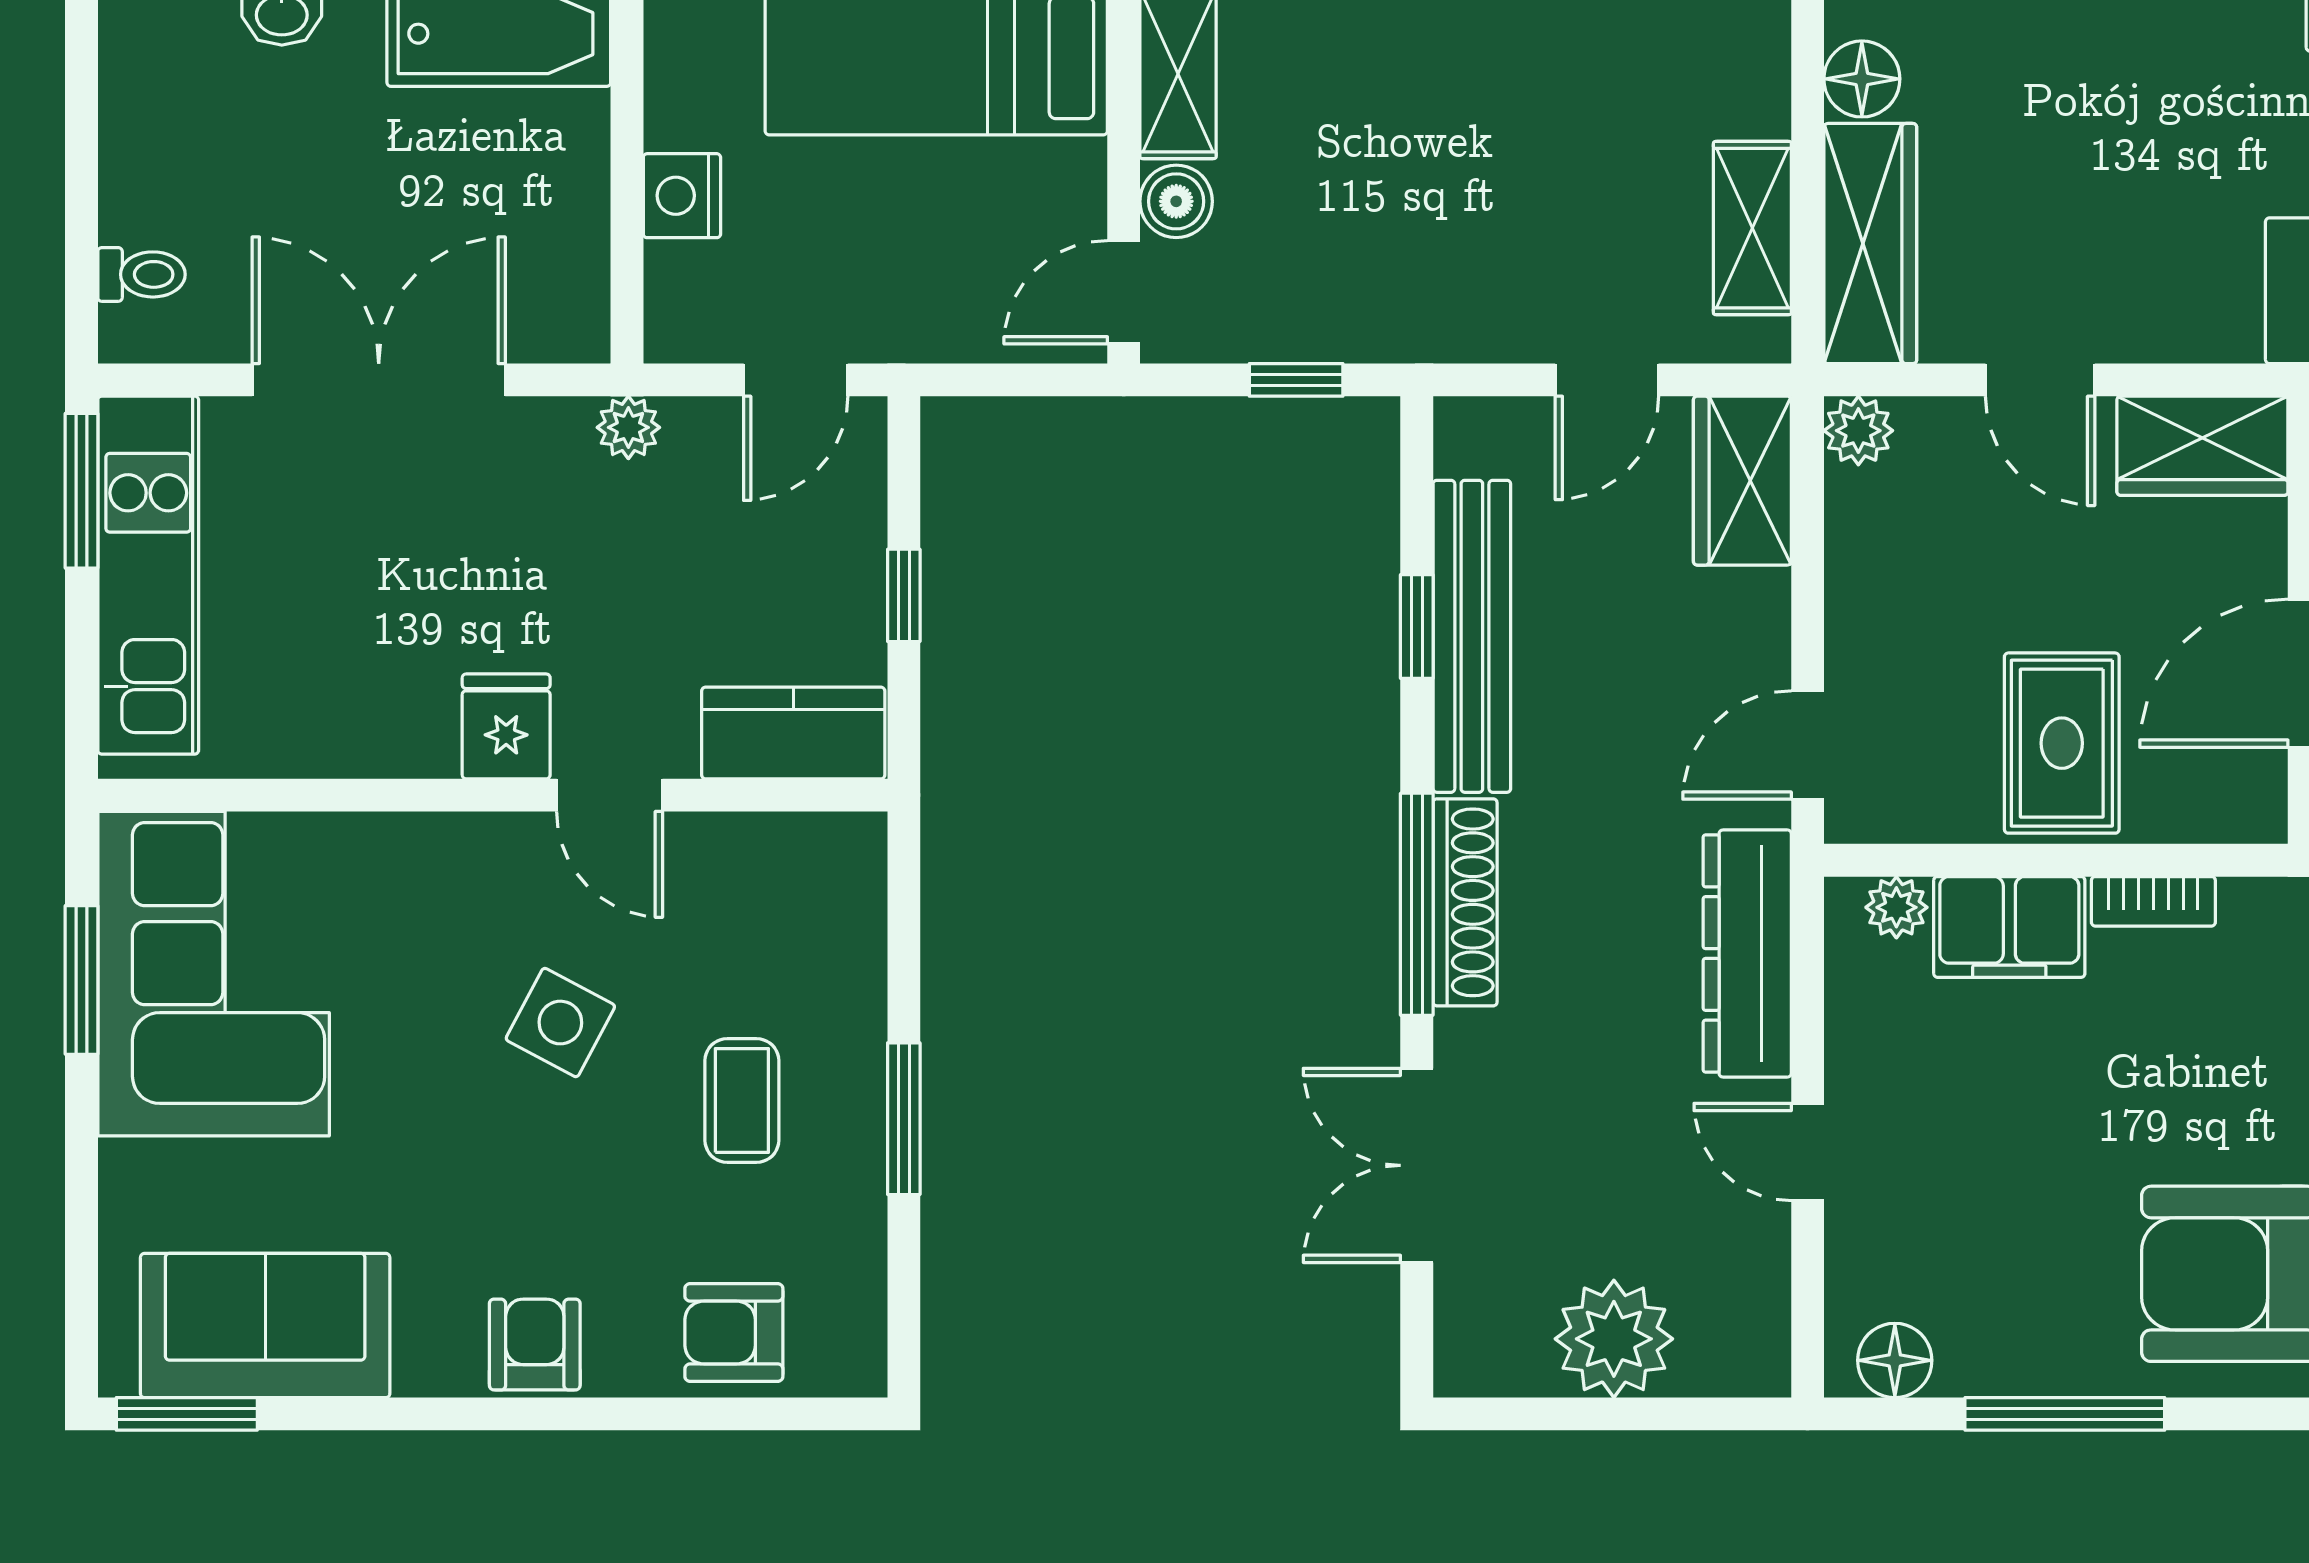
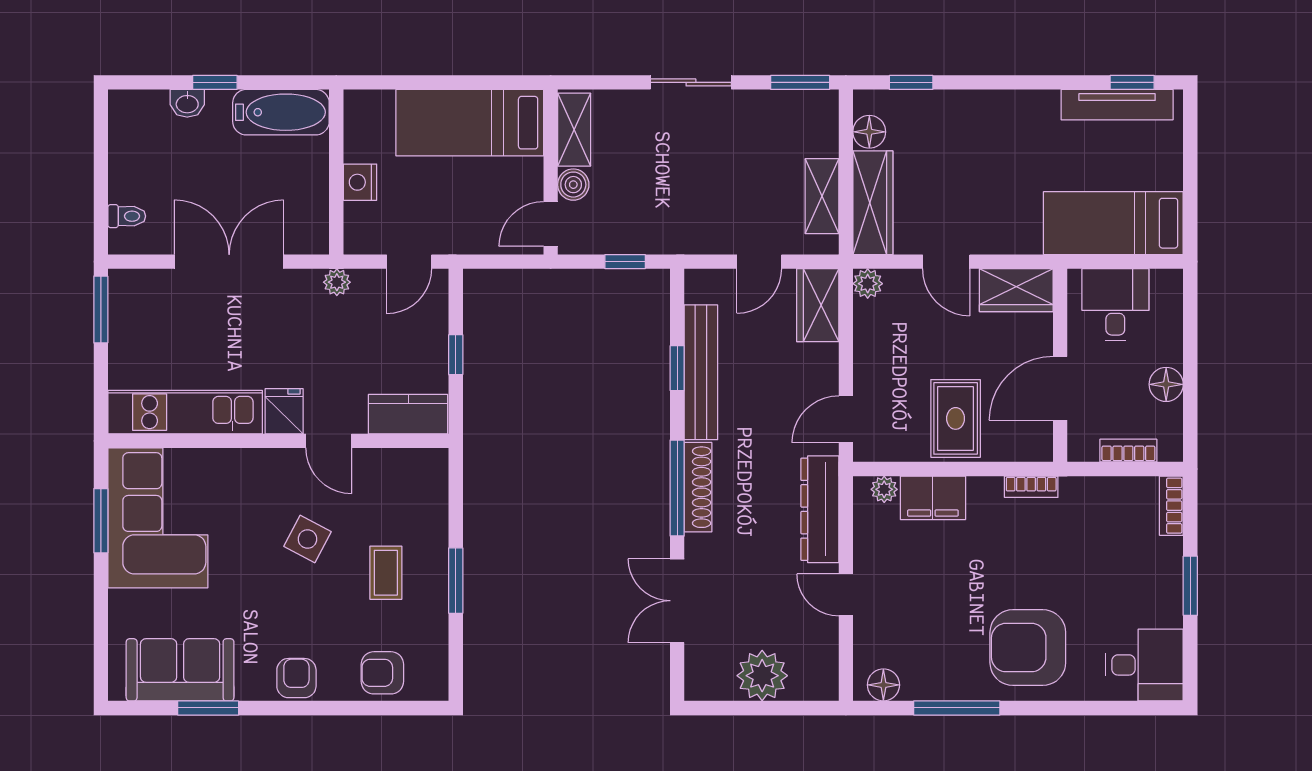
kitchen unit: (148, 575) -> (185, 412), moved, turned -90
bookcase: (2153, 901) -> (1031, 487), moved
window: (187, 1414) -> (208, 708), moved

